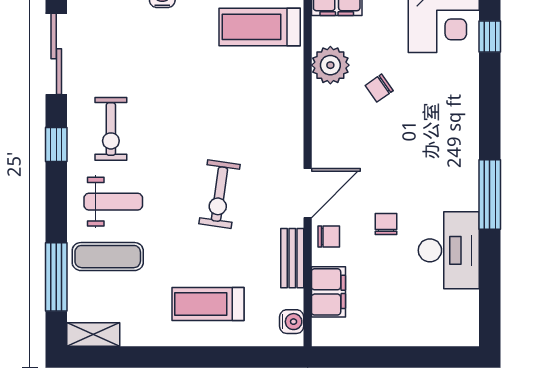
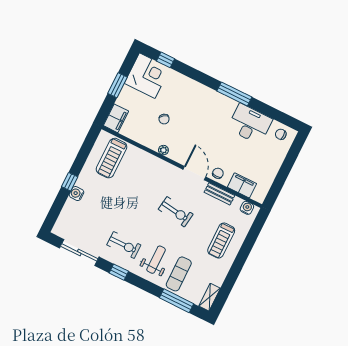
plant: (330, 65) -> (163, 150), moved, width x0.53, depth x0.53
chair: (386, 224) -> (281, 134), moved

